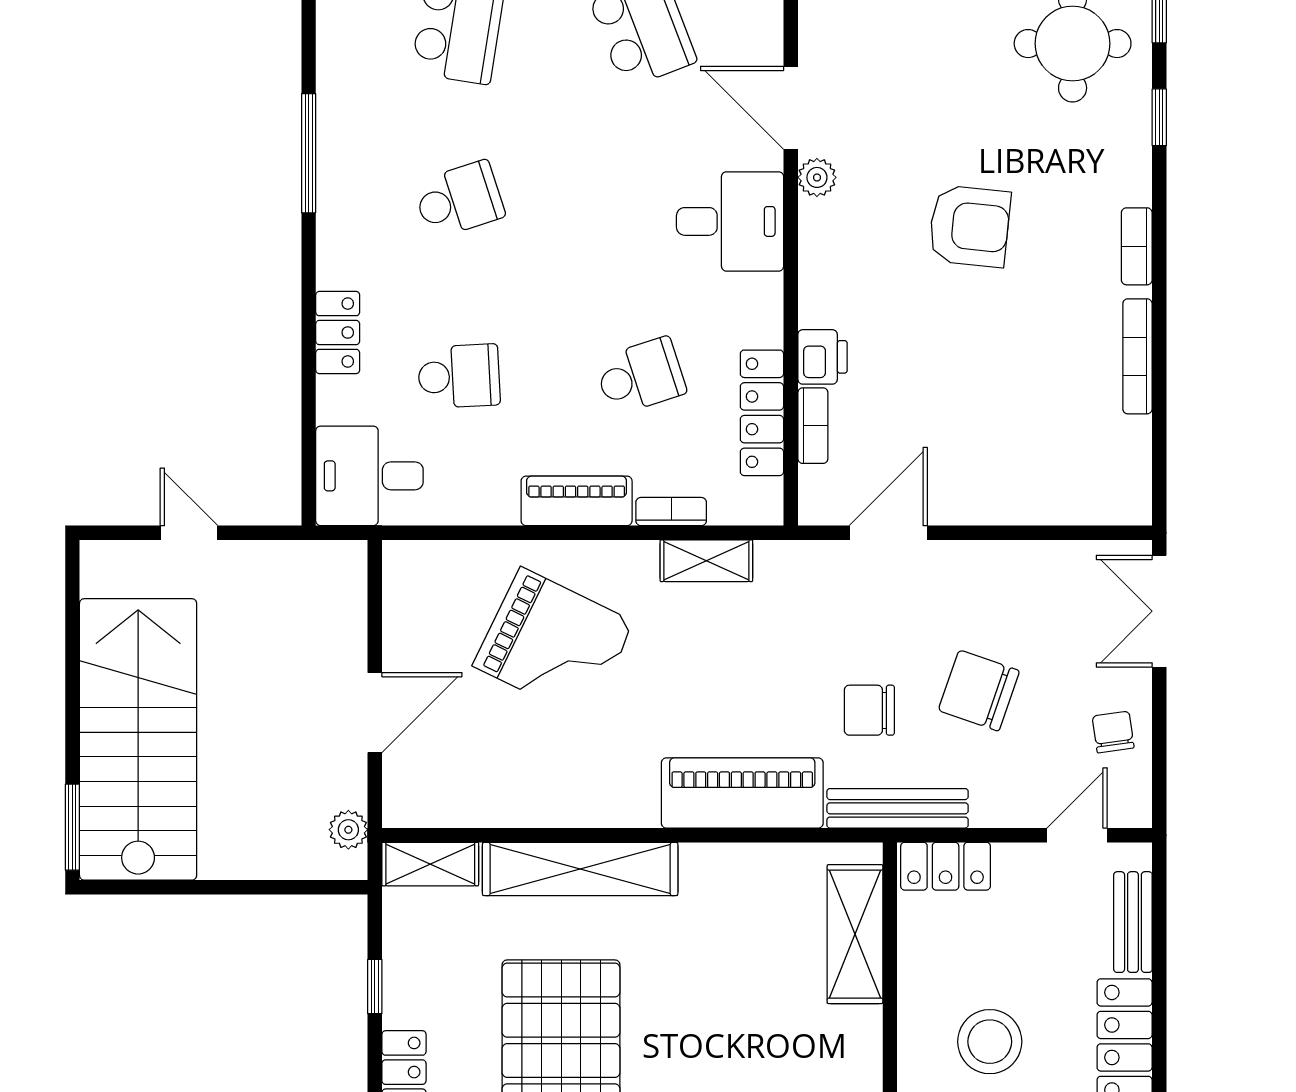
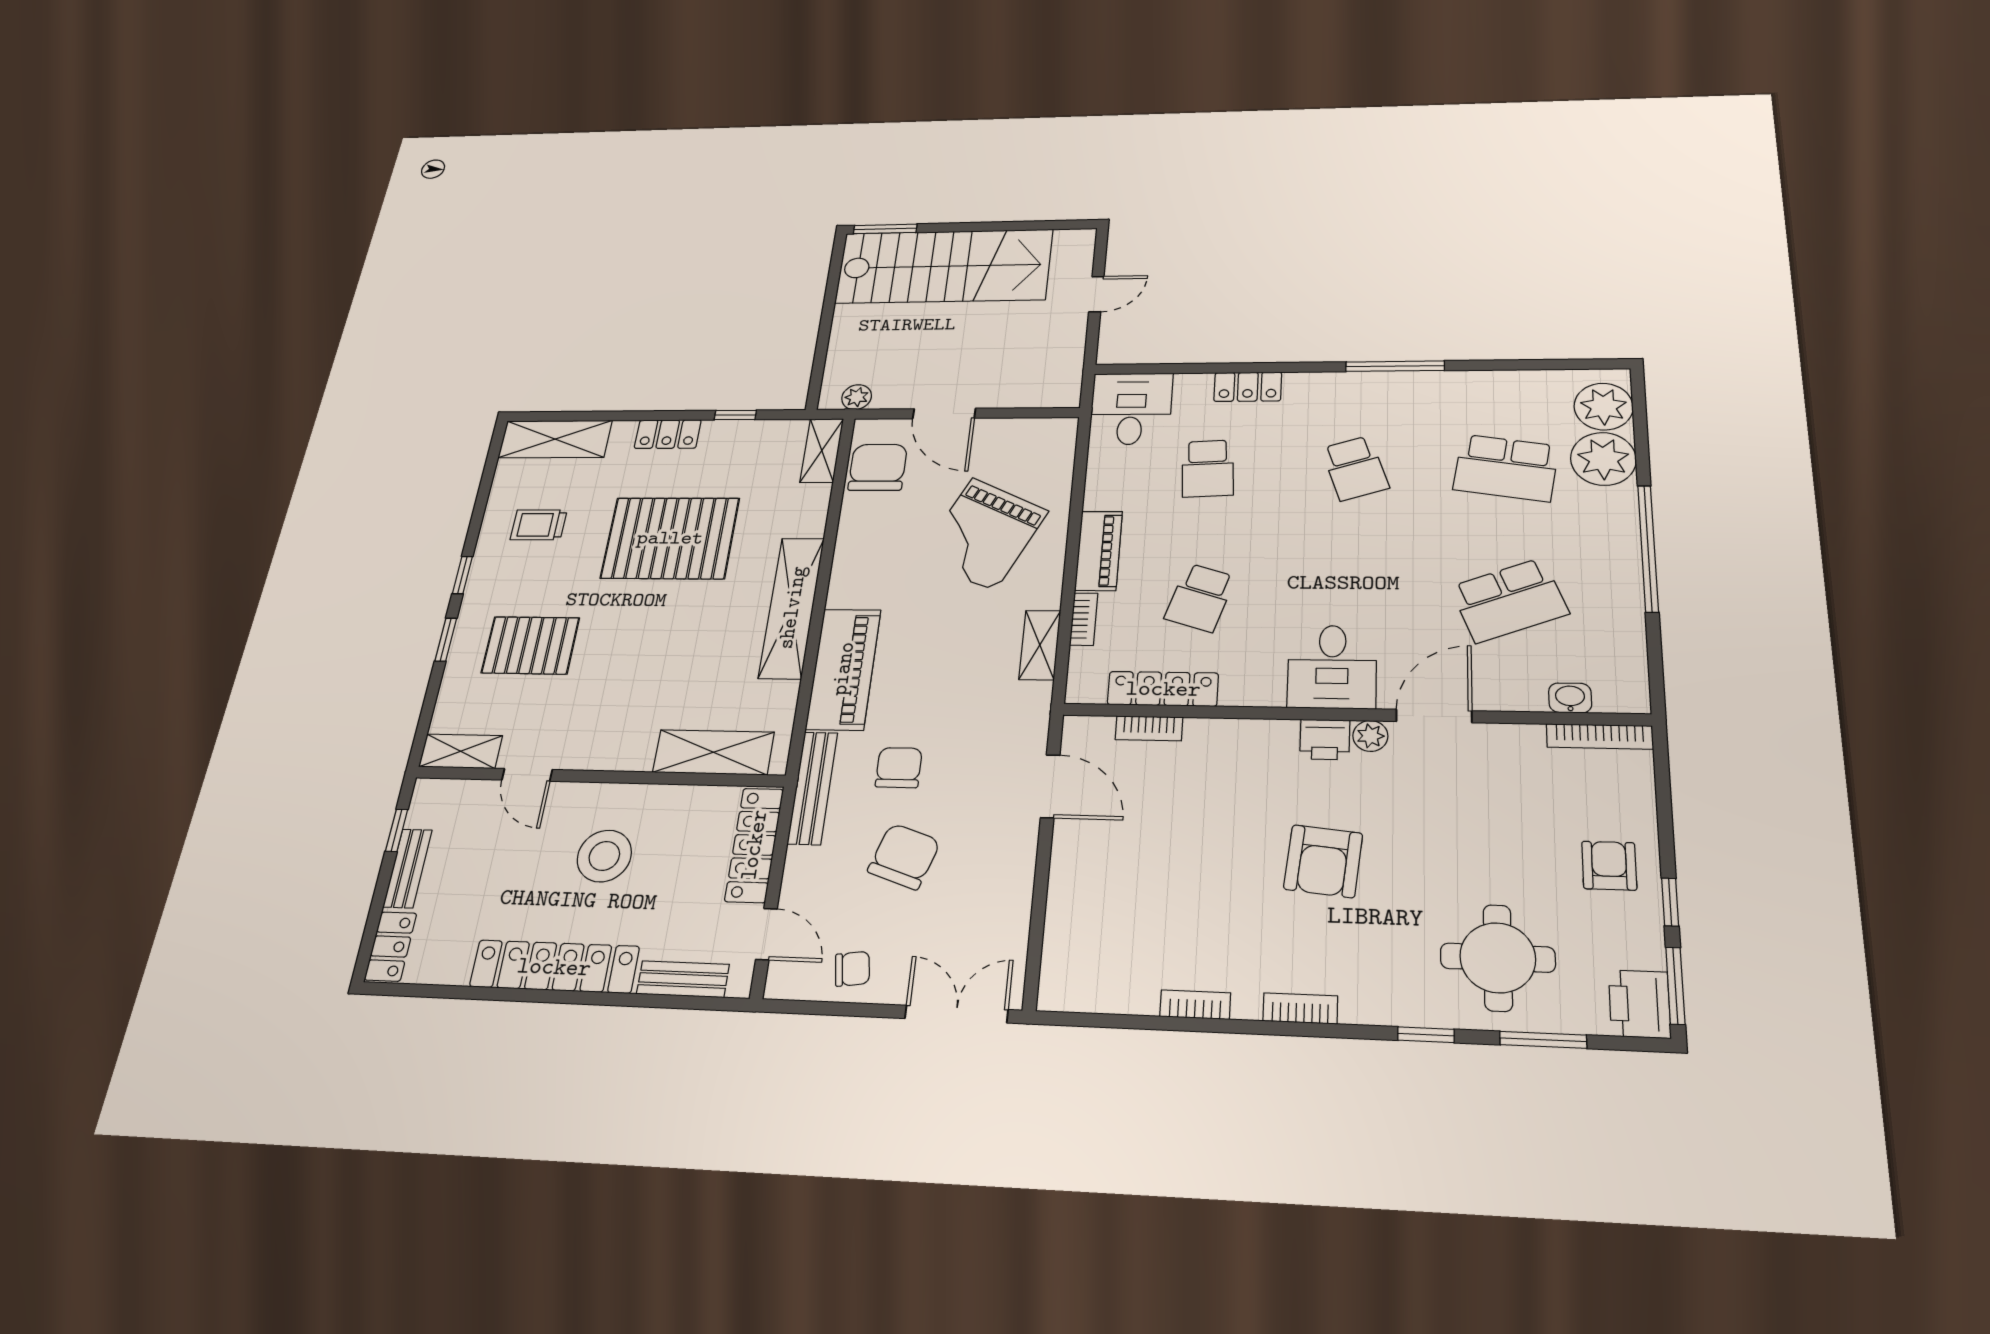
bookcase: (1137, 356) -> (1195, 1005), width x0.64
printer: (822, 357) -> (1325, 739), moved
school desk: (640, 376) -> (1200, 598), turned 36
chair: (456, 788) -> (878, 467), added
locker: (946, 866) -> (754, 845), width x1.53
shelving: (580, 869) -> (792, 608), moved

